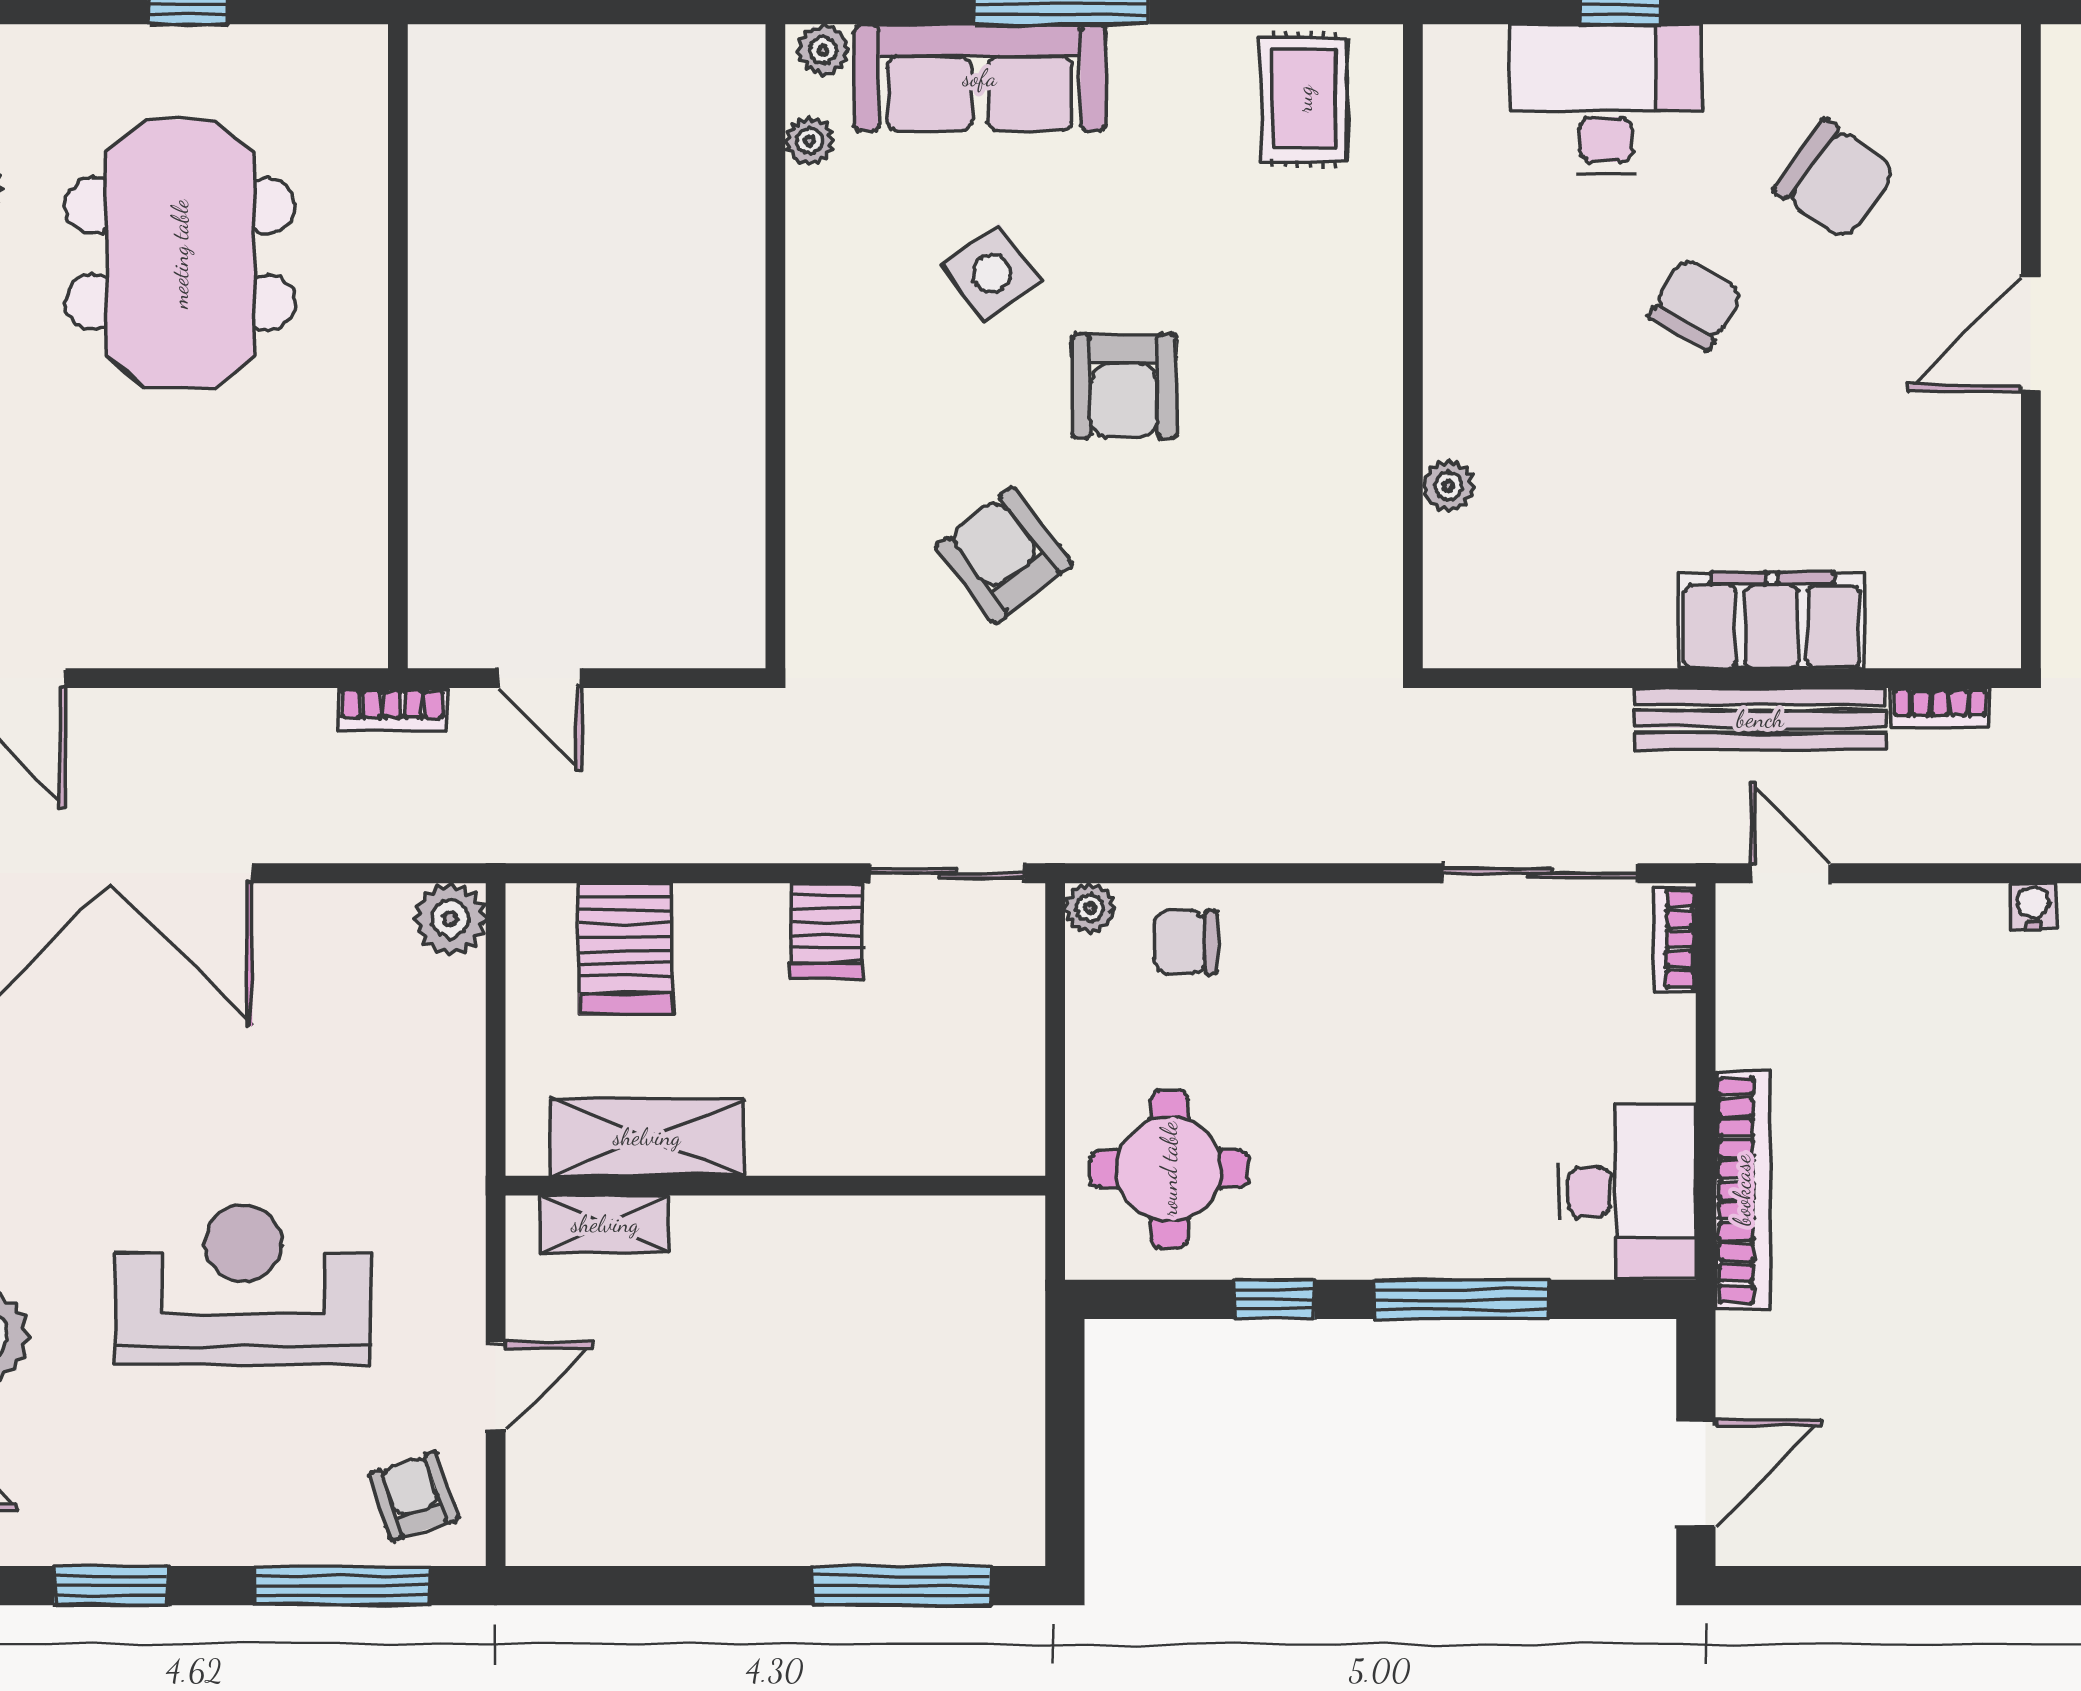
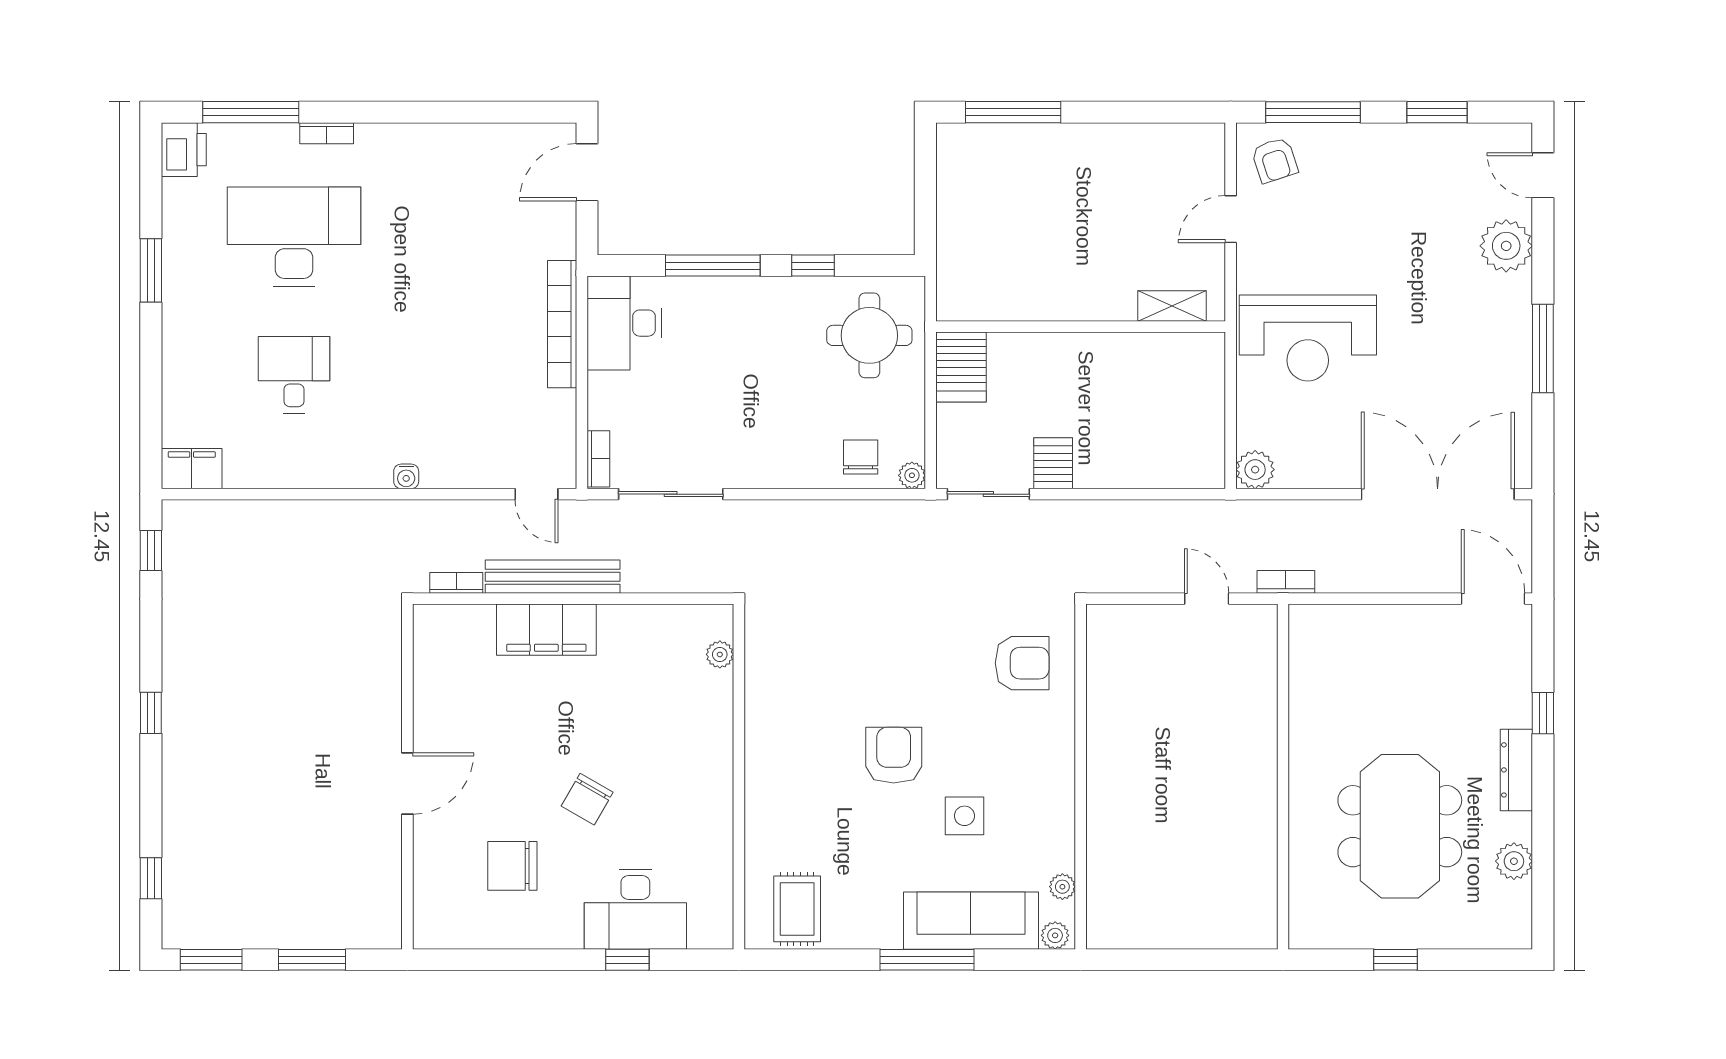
chair: (1835, 180) -> (512, 866), turned -36
side table: (992, 273) -> (964, 816), turned 37
plant: (1448, 486) -> (720, 654), moved
armchair: (1003, 555) -> (1022, 663), moved, turned -52
chair: (1186, 942) -> (861, 457), turned -90
server rack: (626, 949) -> (961, 367), moved, turned 180
shelving: (647, 1137) -> (1149, 353), removed
reception desk: (243, 1285) -> (1308, 338), moved

